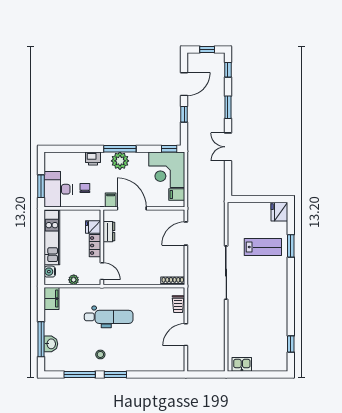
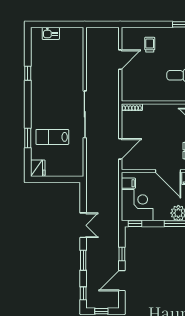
trolley: (178, 304) -> (150, 45), moved
window: (291, 344) -> (28, 73), moved
kitchen sink: (242, 364) -> (51, 33), moved

